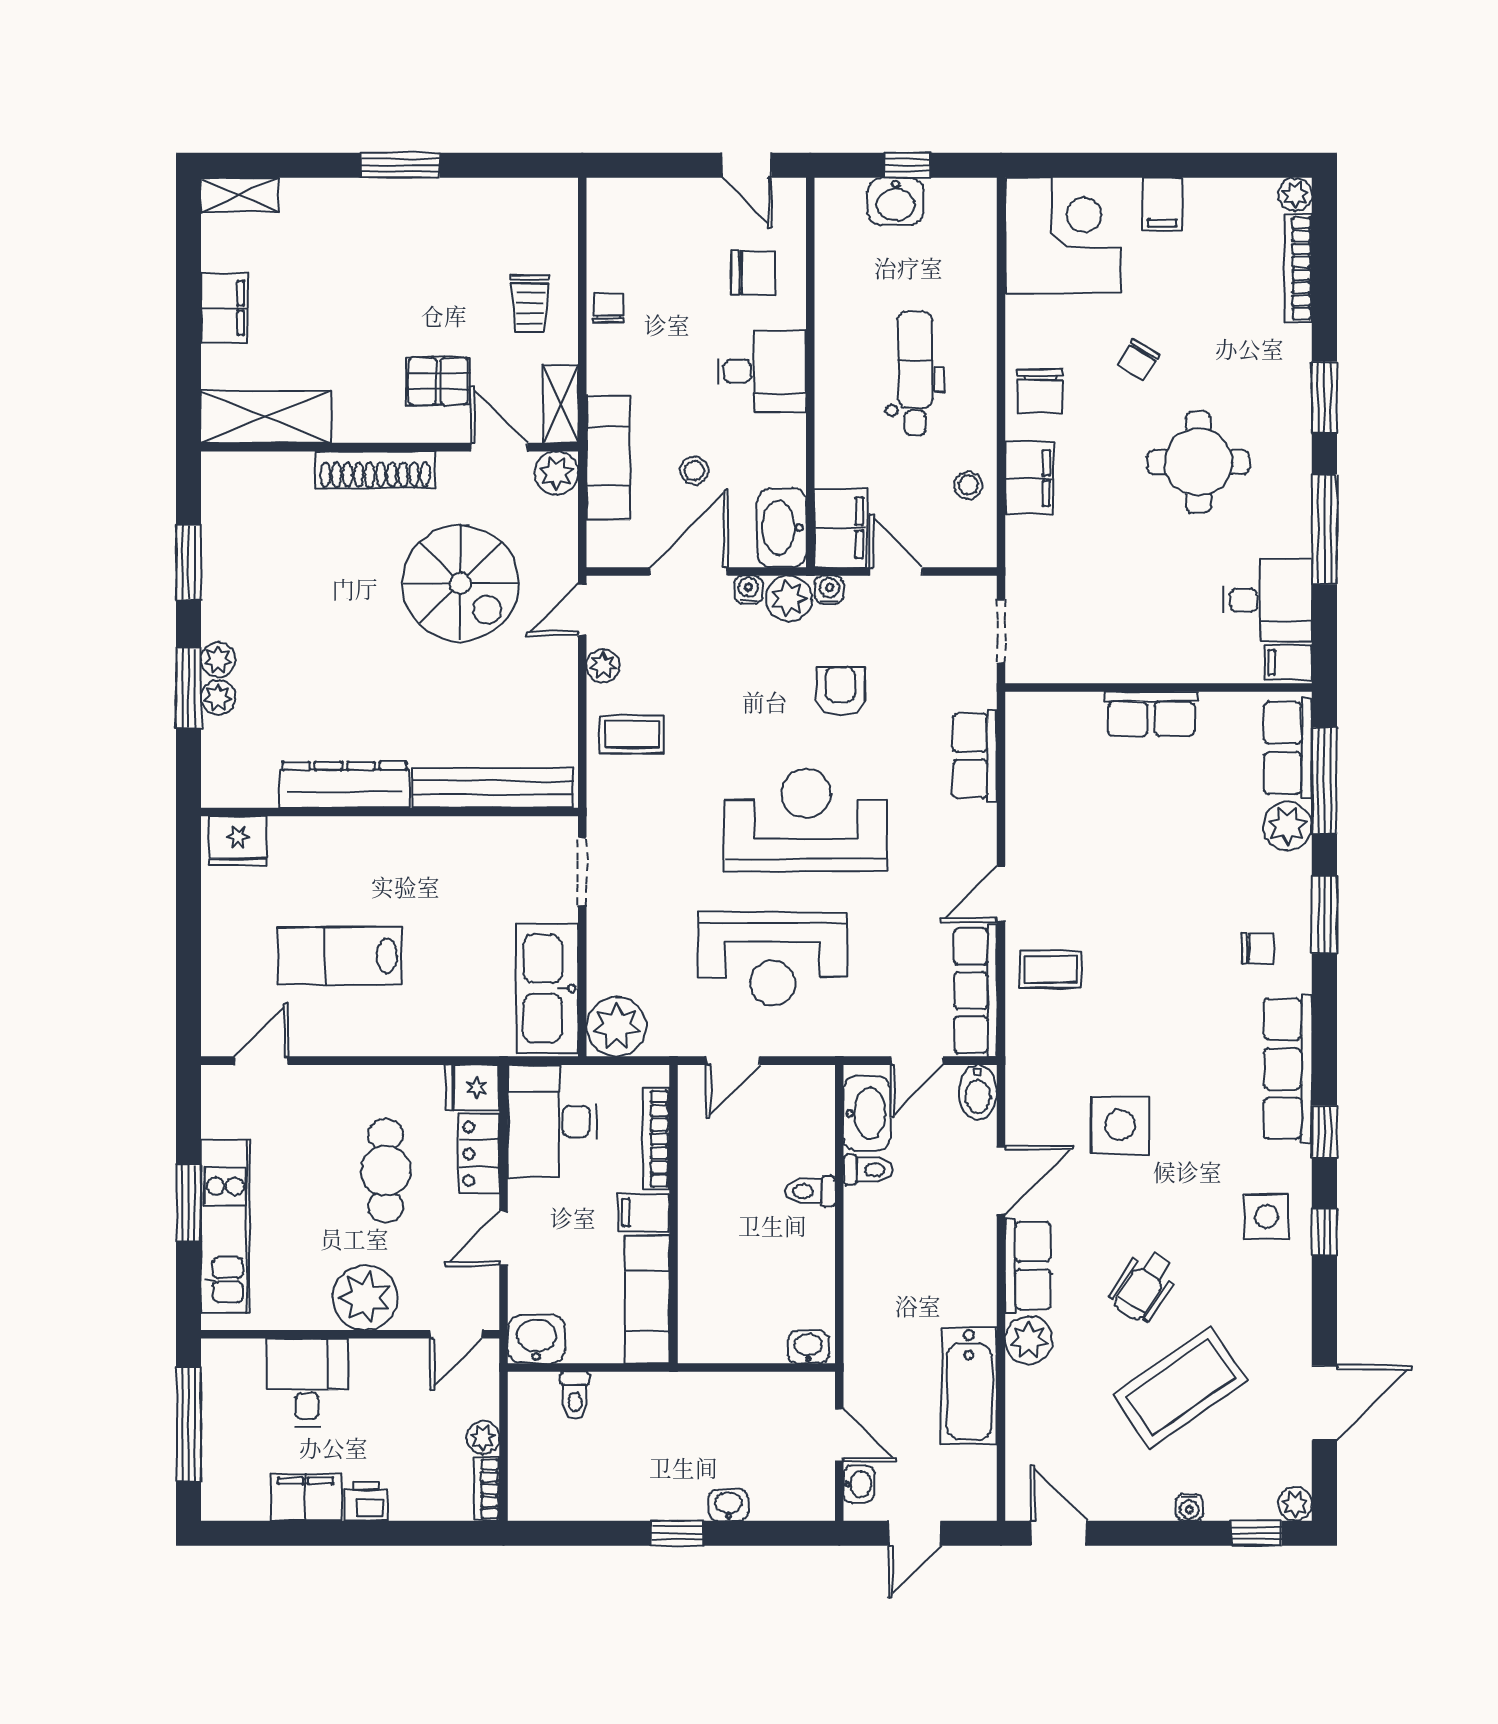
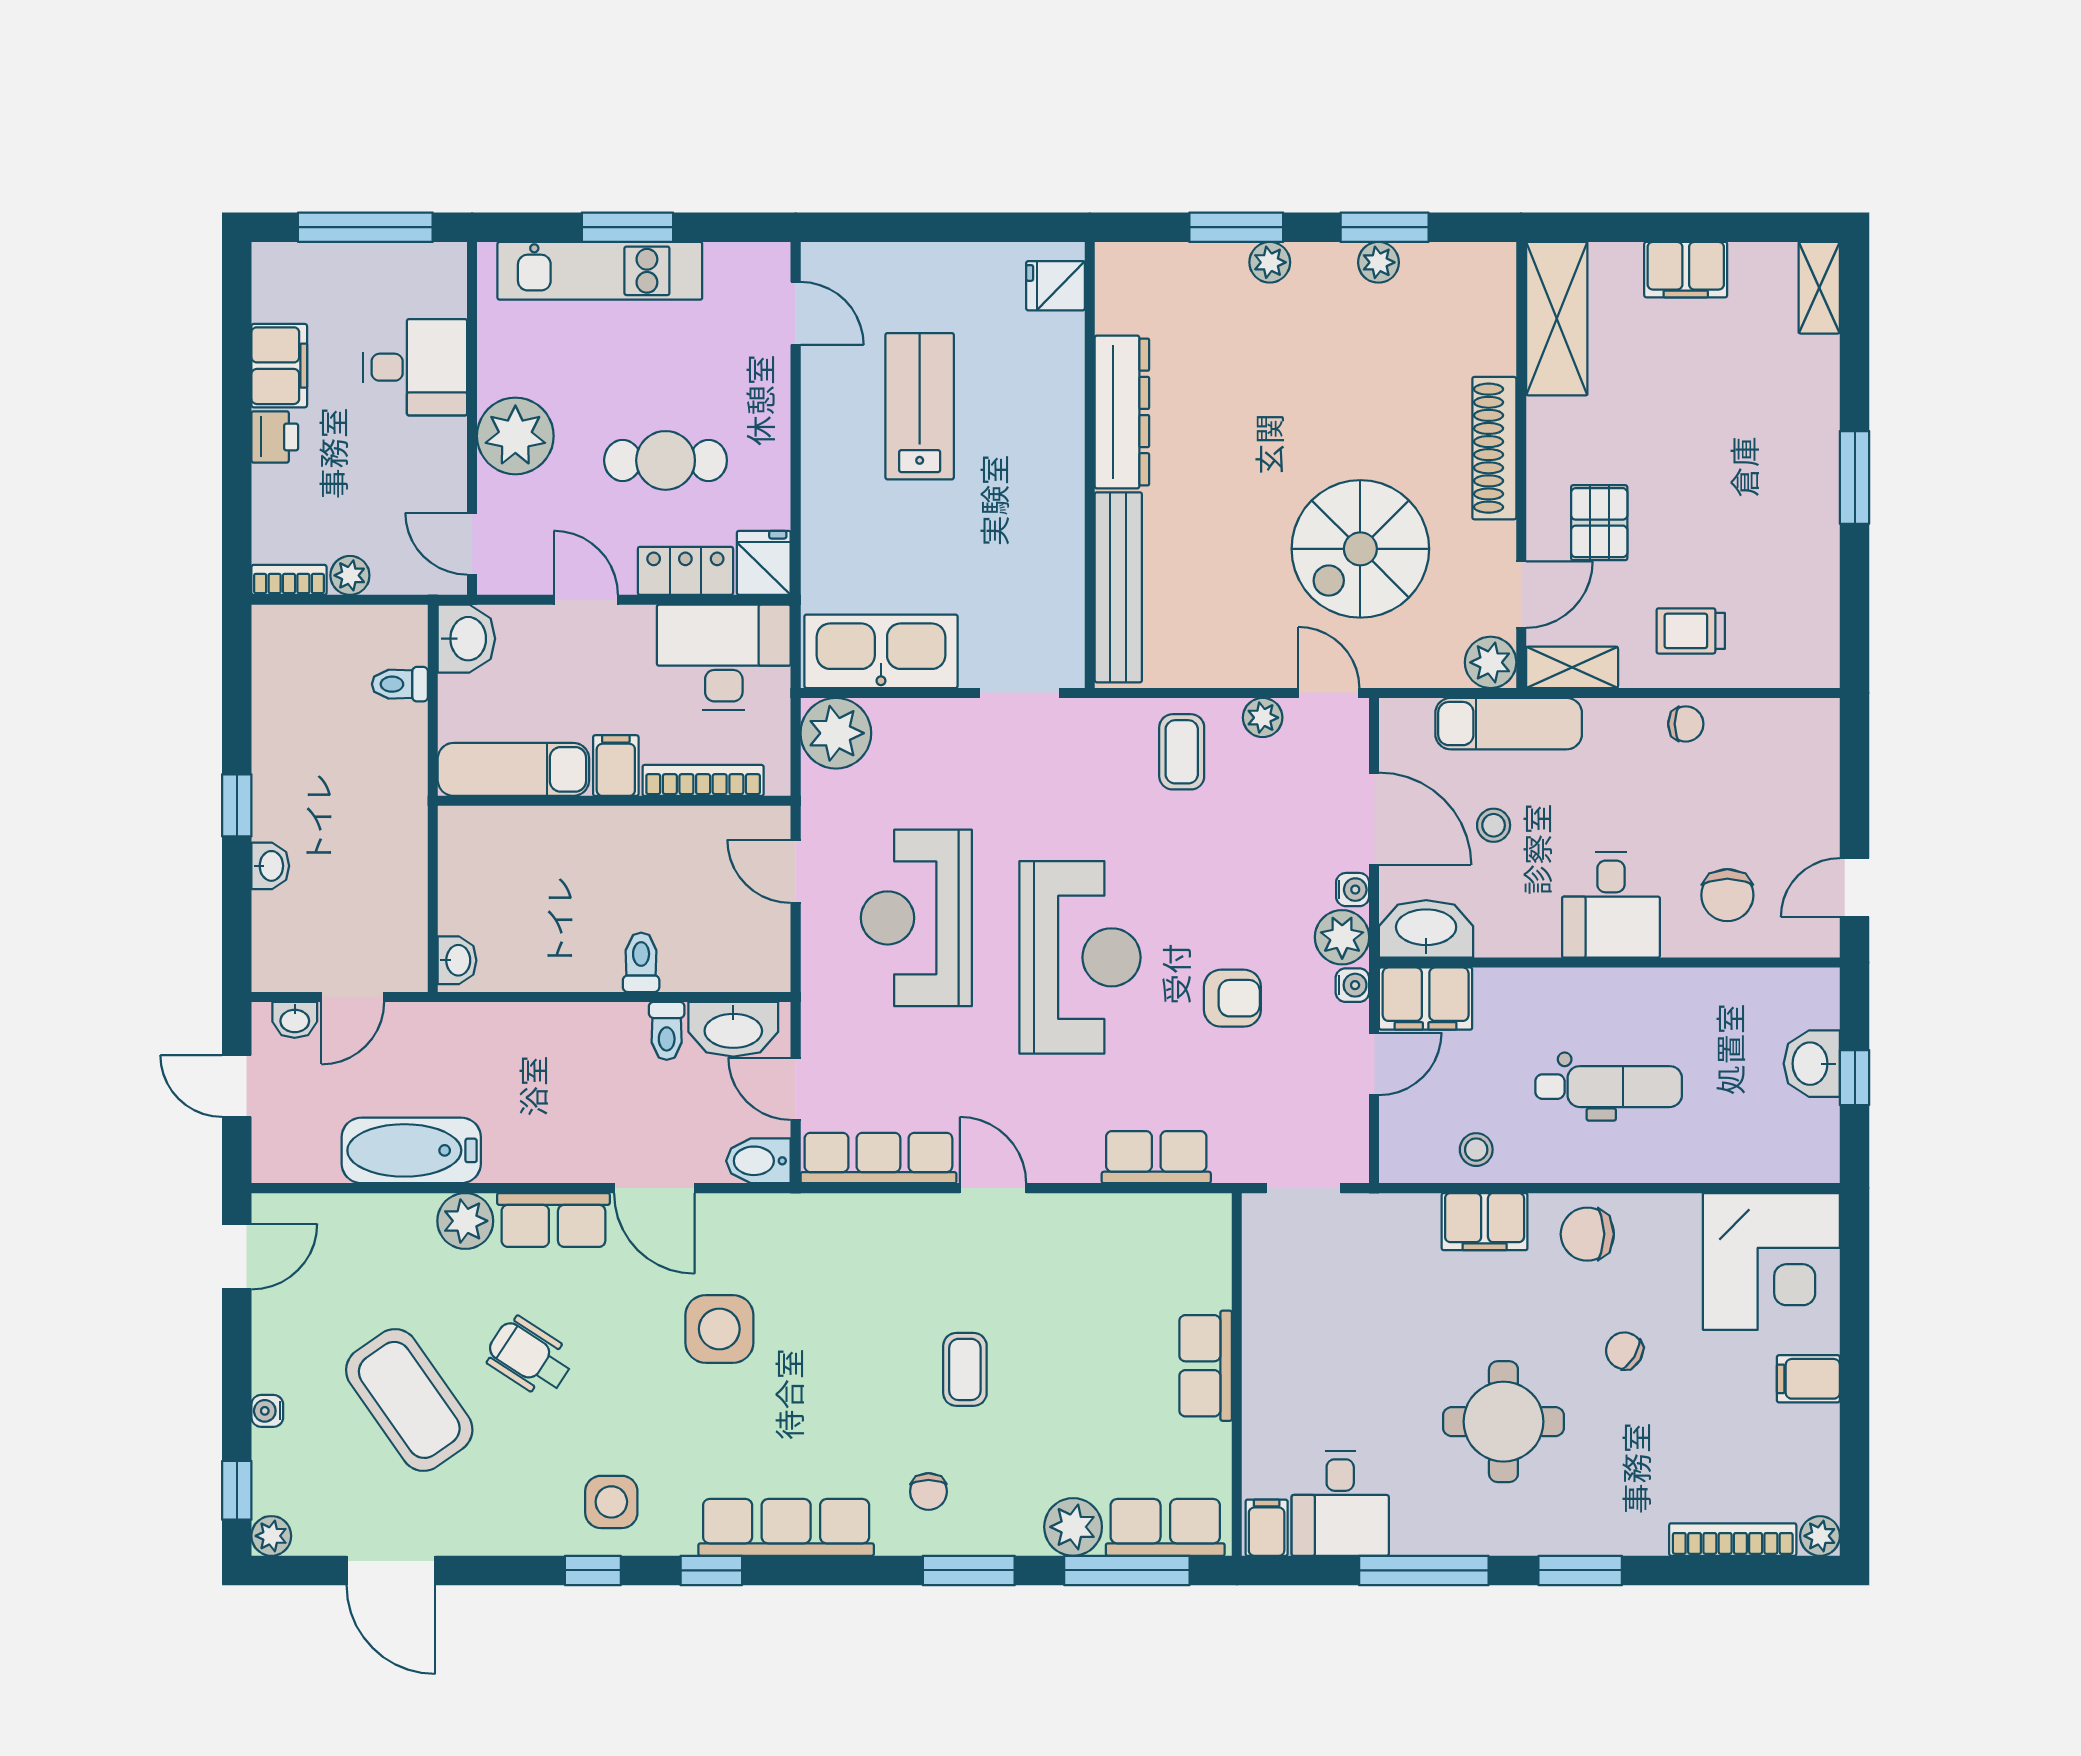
plant: (218, 697) -> (1378, 262), moved
fridge: (238, 841) -> (1055, 286), width x0.72
coffee table: (1051, 970) -> (965, 1369), moved

